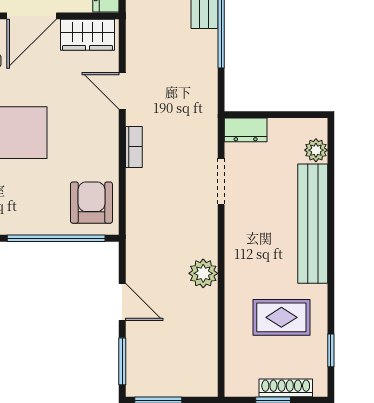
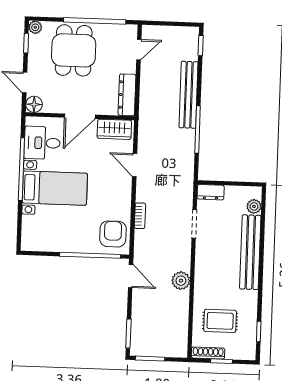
bookcase: (134, 147) -> (140, 216), moved
door: (122, 302) -> (131, 276), moved
rug: (281, 317) -> (220, 321), moved
shoe rack: (286, 388) -> (208, 353), moved

